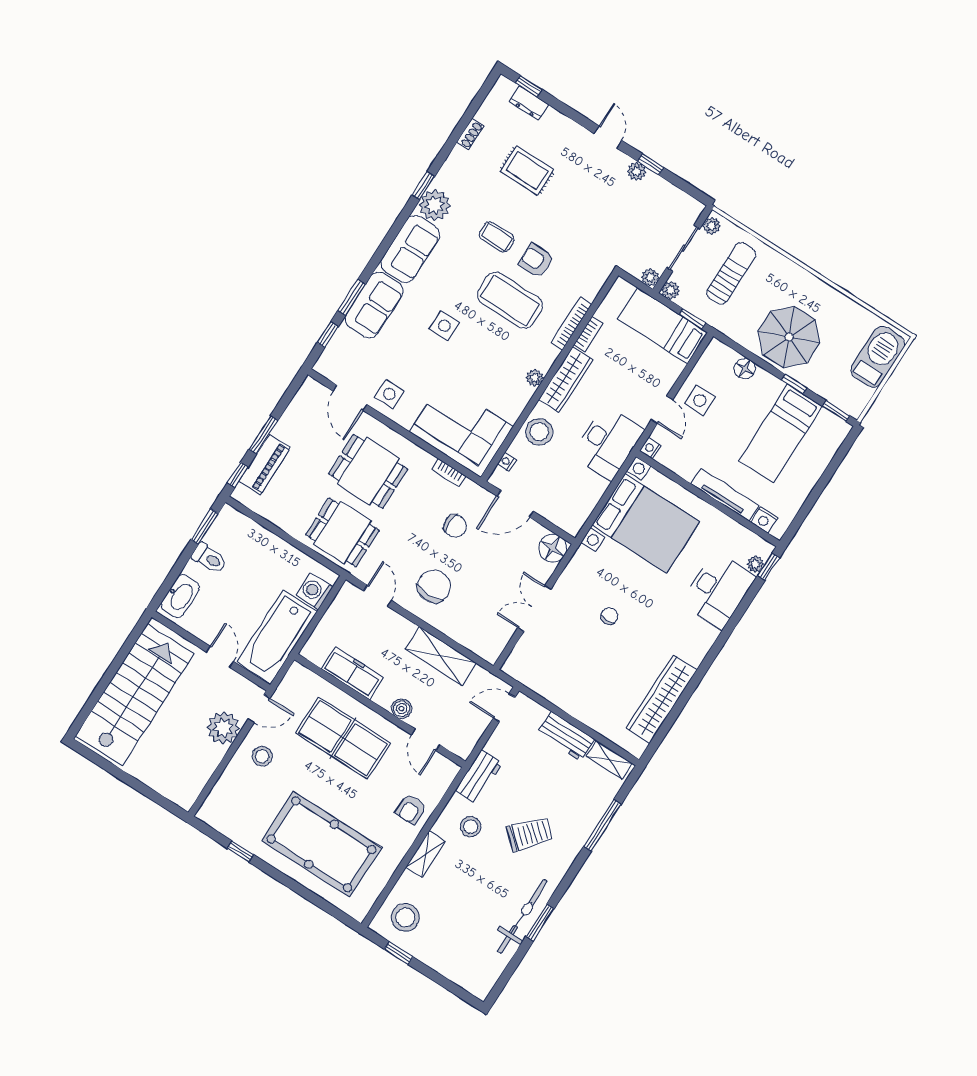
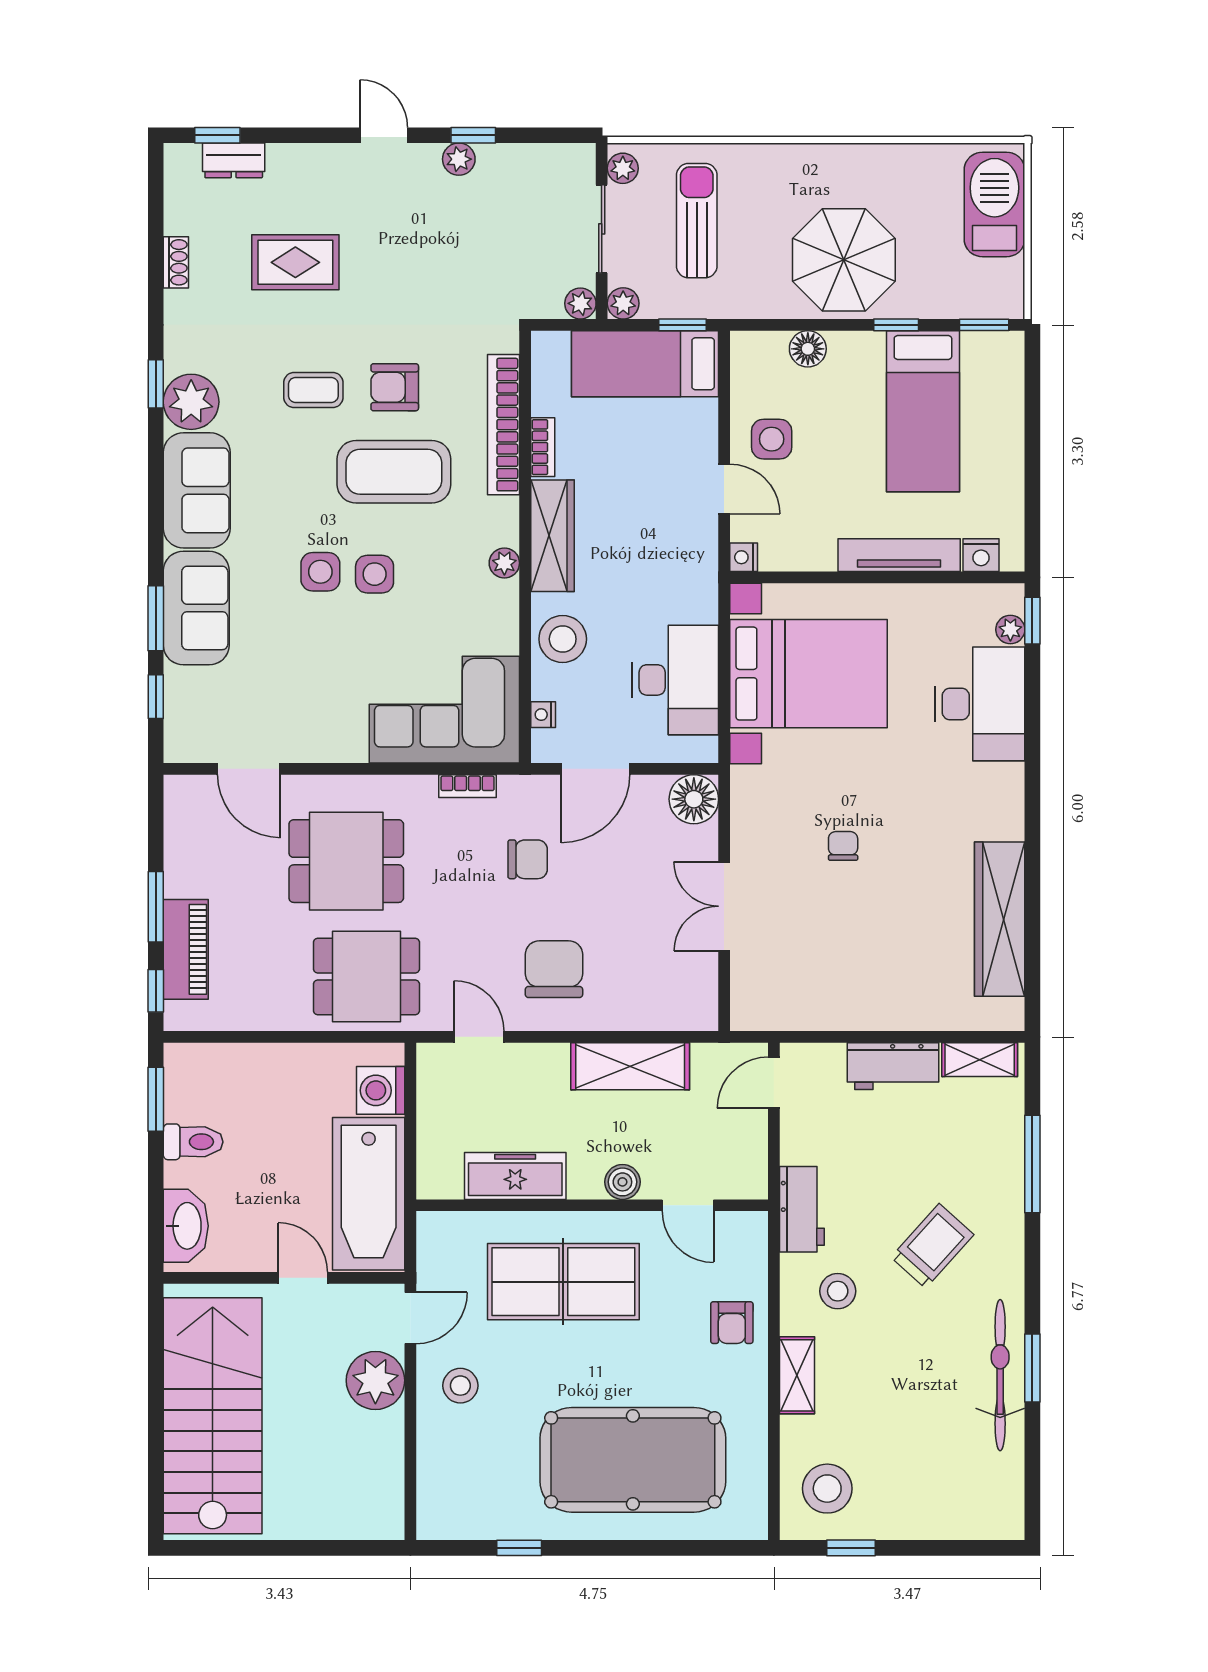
bookcase: (571, 324) -> (503, 425), width x1.48, depth x1.31
side table: (389, 394) -> (375, 574), moved
desk: (608, 443) -> (675, 680), moved

